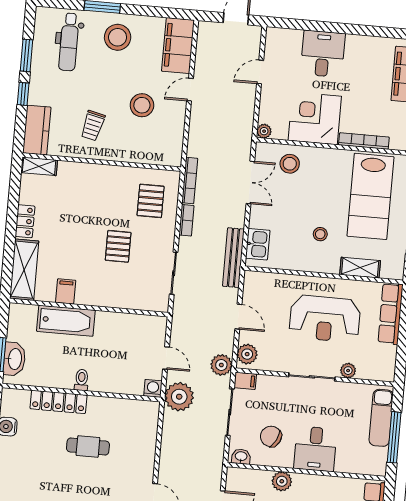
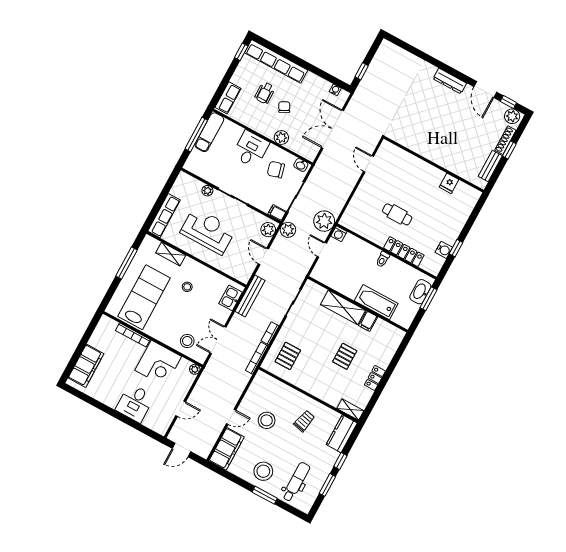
pallet: (118, 246) -> (345, 356), moved
shelving: (24, 270) -> (343, 307), moved, turned 90
exam couch: (381, 418) -> (209, 132), moved
chair: (271, 436) -> (276, 170), turned 138

